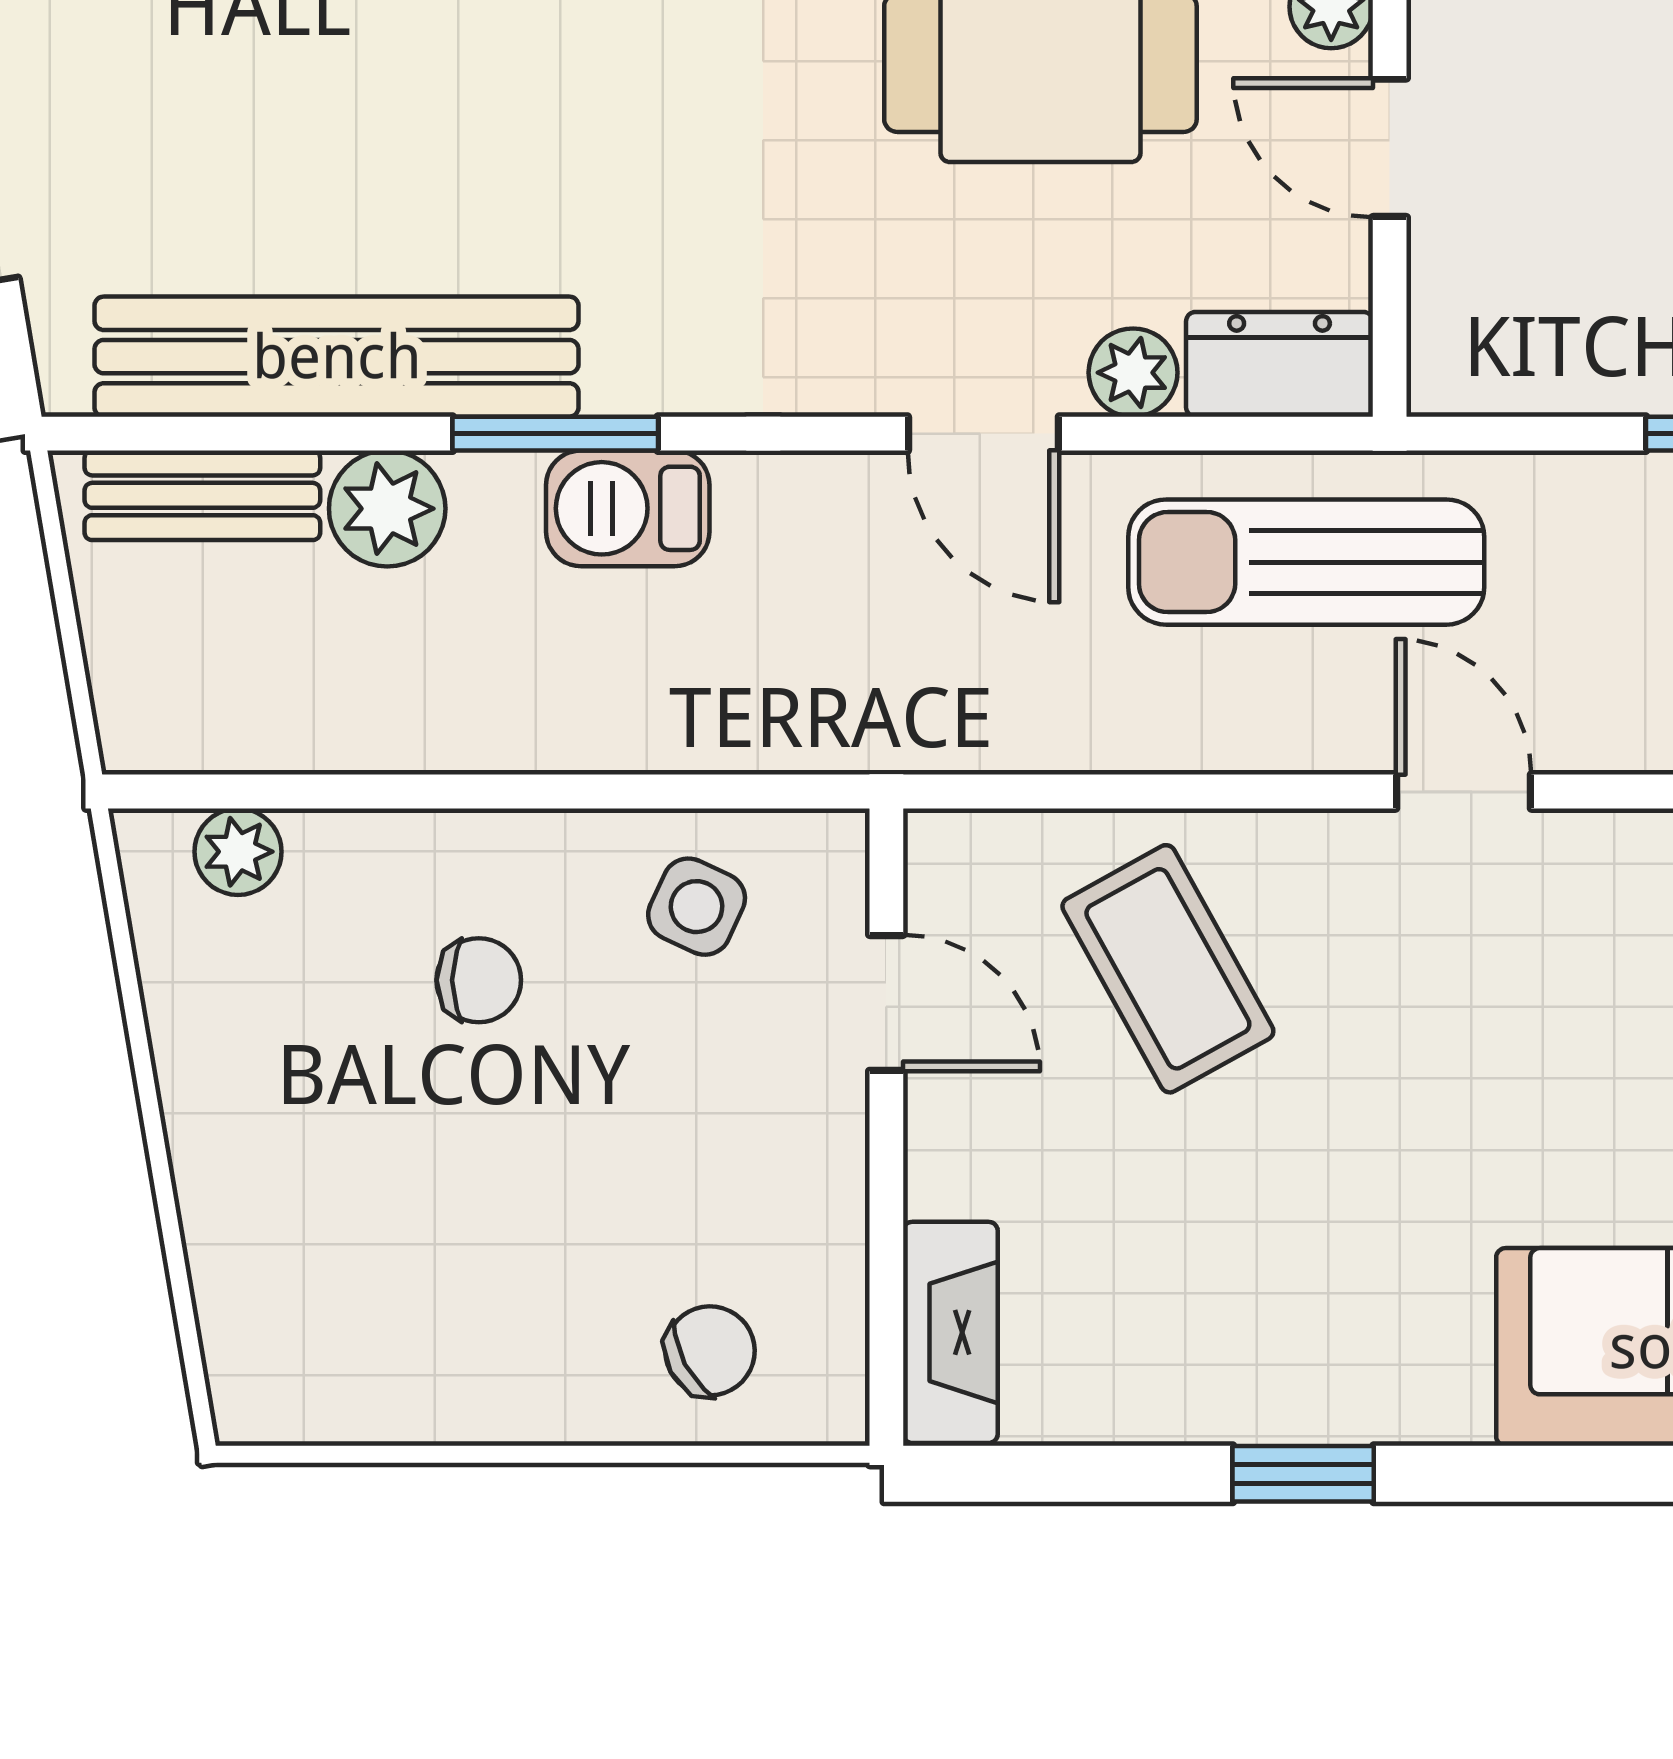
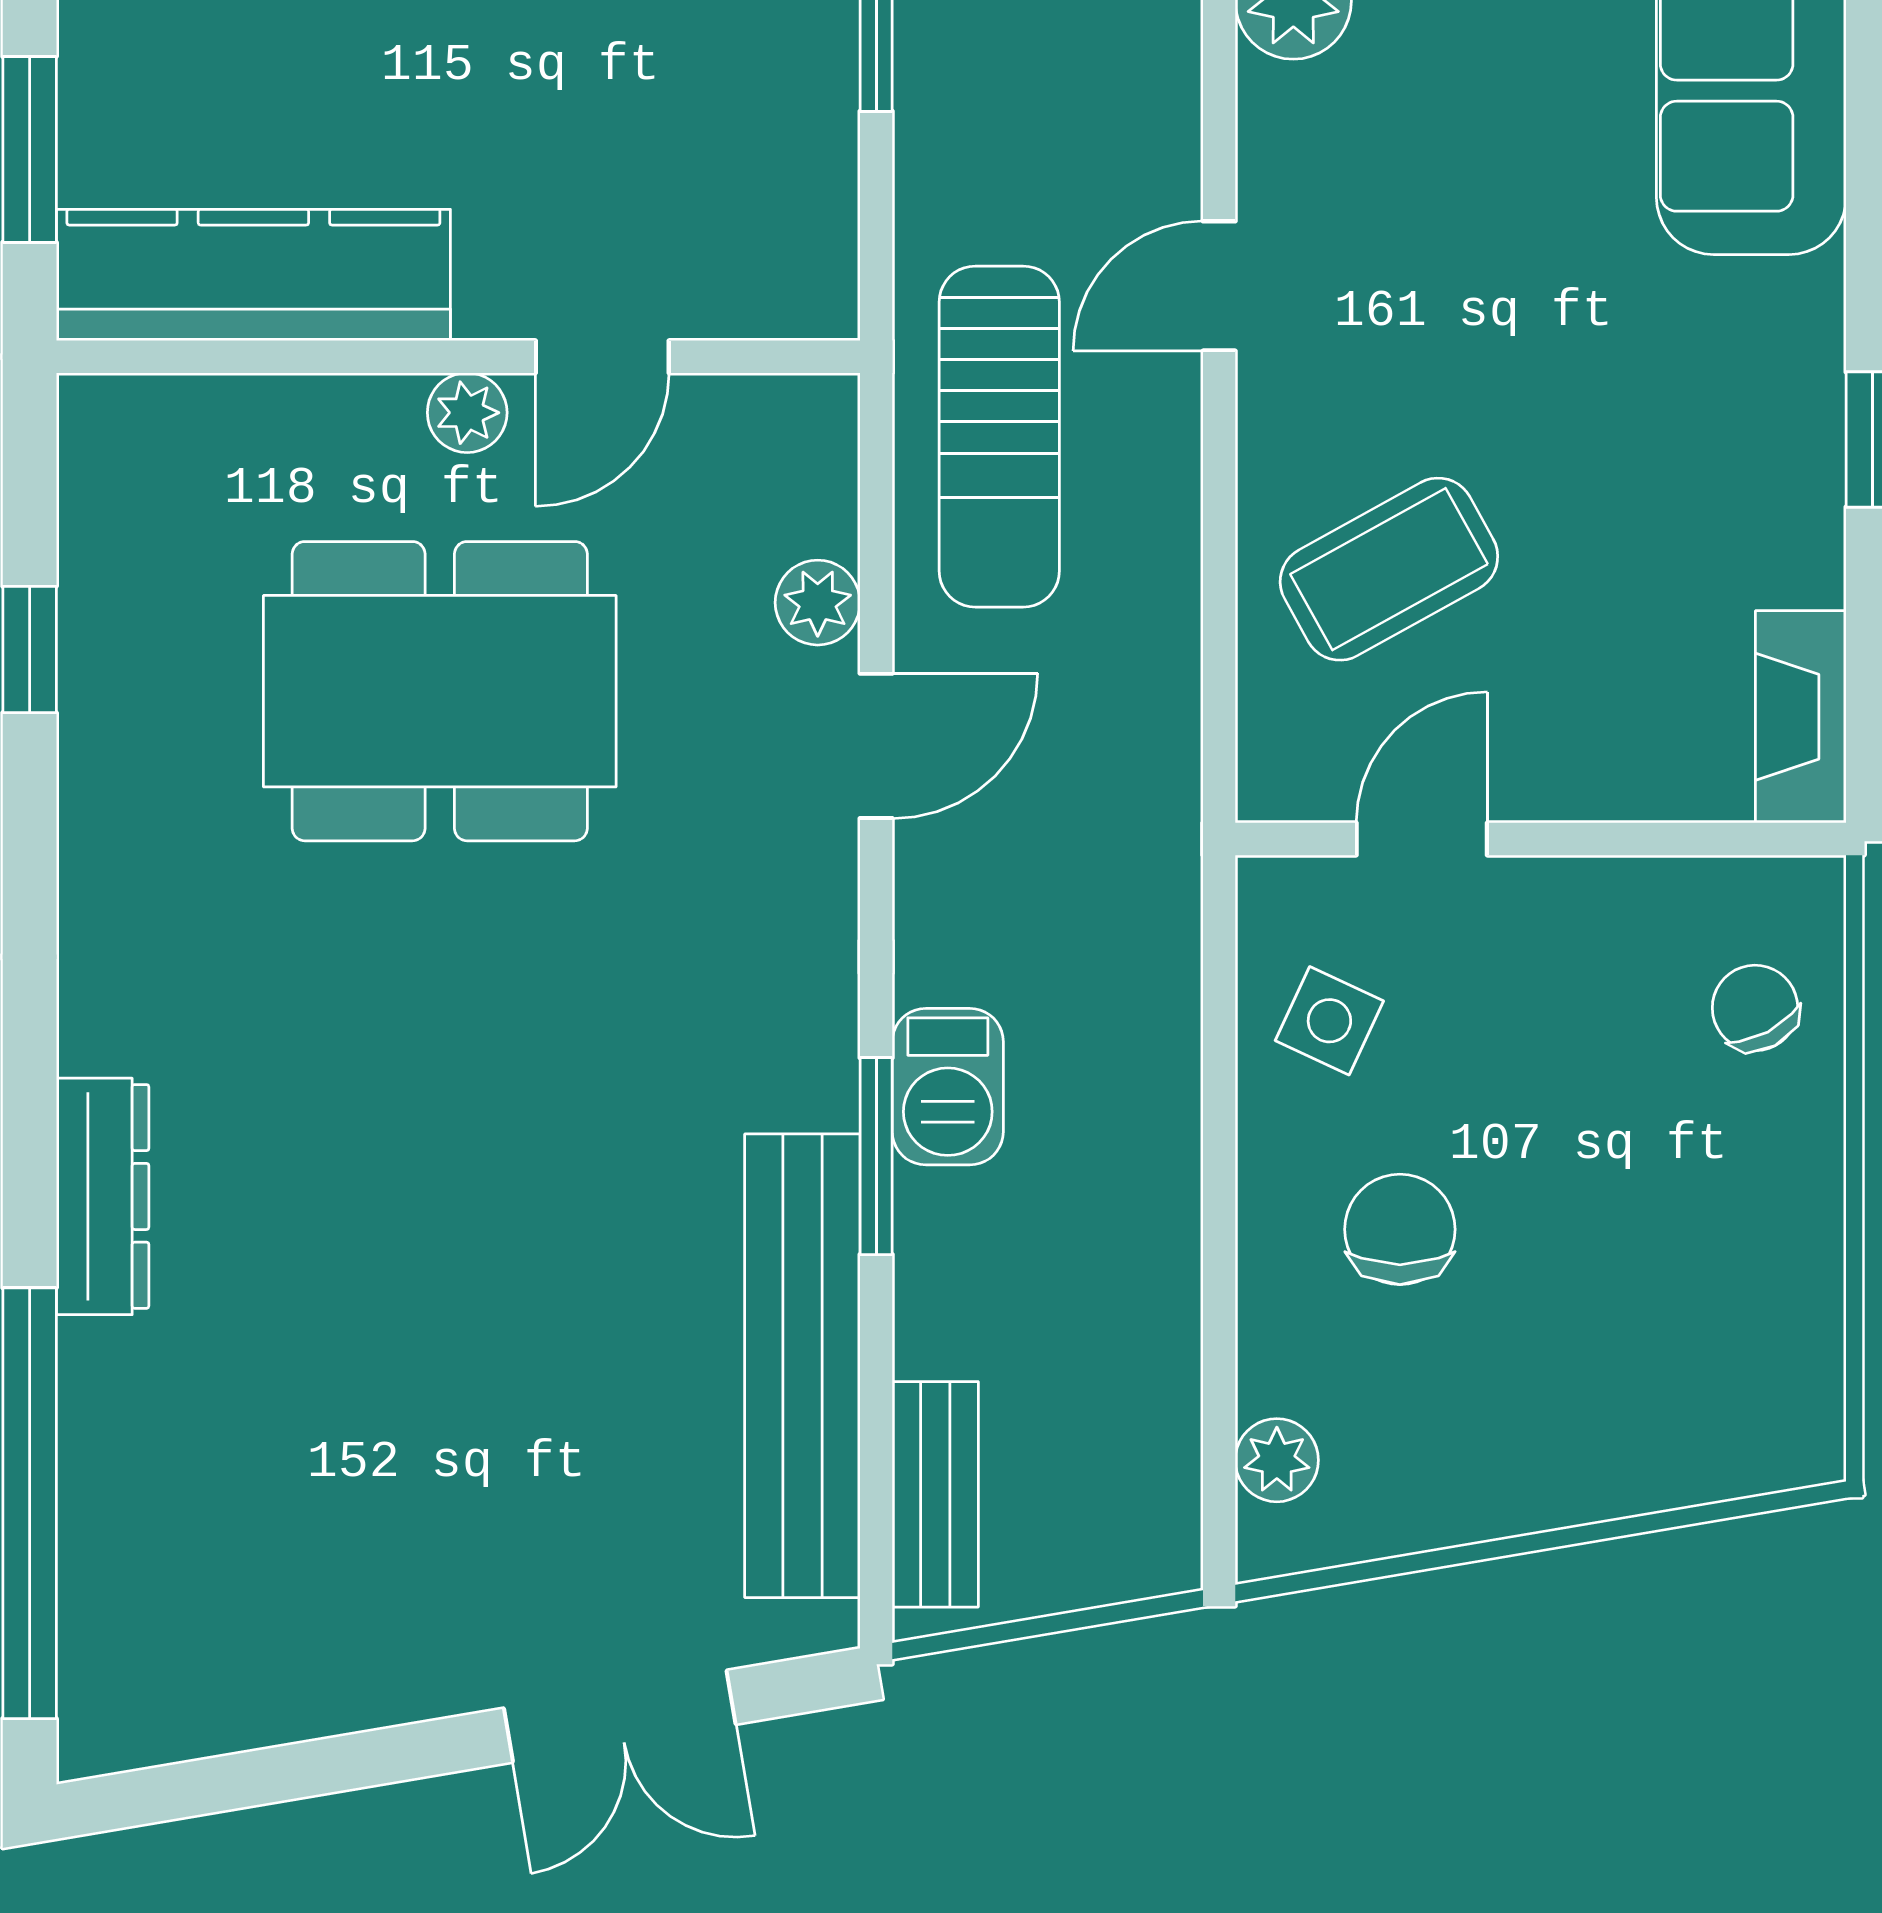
dresser: (1280, 364) -> (810, 462), removed
plant: (387, 509) -> (948, 1317), removed
chair: (479, 980) -> (1400, 1229), width x1.37, depth x1.37
fireplace: (950, 1332) -> (1801, 717), moved, turned -90

